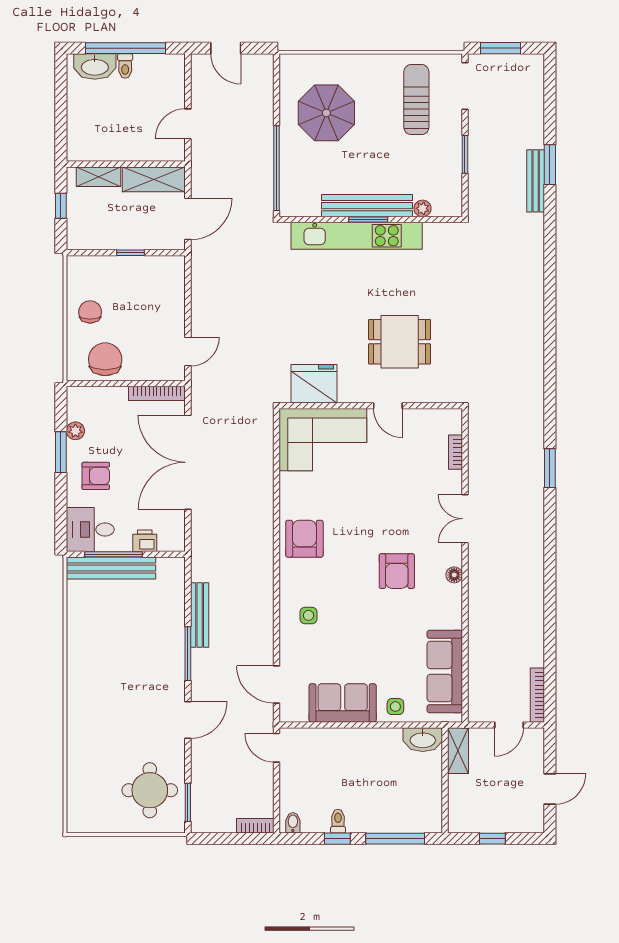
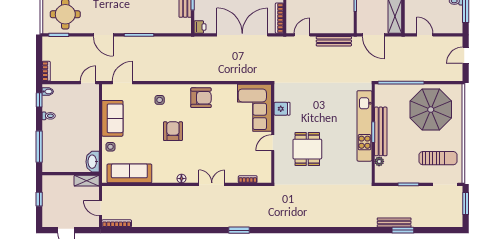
parasol: (326, 113) -> (431, 110), width x1.36, depth x1.36
door: (188, 352) -> (302, 35), swing flipped
fridge: (314, 384) -> (282, 109), width x0.53, depth x0.75
printer: (145, 541) -> (200, 27), moved
armchair: (397, 571) -> (173, 131), moved, turned 90
bench: (200, 615) -> (334, 41), moved
window: (337, 839) -> (39, 100), moved

